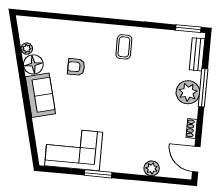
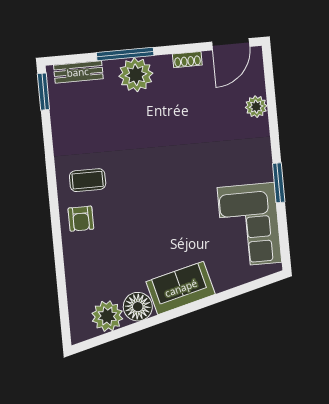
plant: (27, 49) -> (107, 316), width x1.87, depth x1.87
armchair: (76, 67) -> (81, 219), moved

